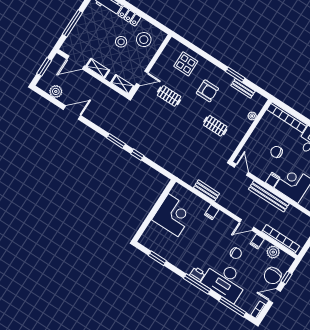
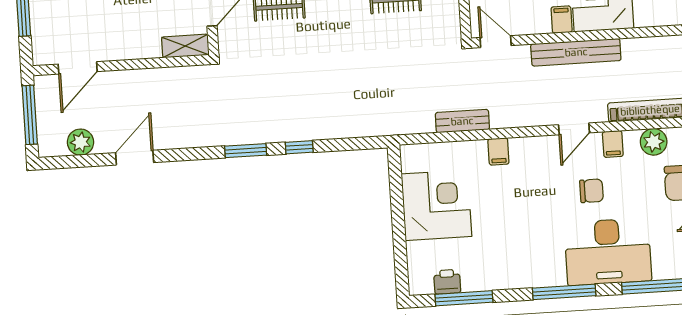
window: (44, 67) -> (30, 115), width x1.44
shelving: (98, 68) -> (123, 50), removed
window: (157, 258) -> (464, 298), width x1.44
printer: (197, 274) -> (447, 282), moved

